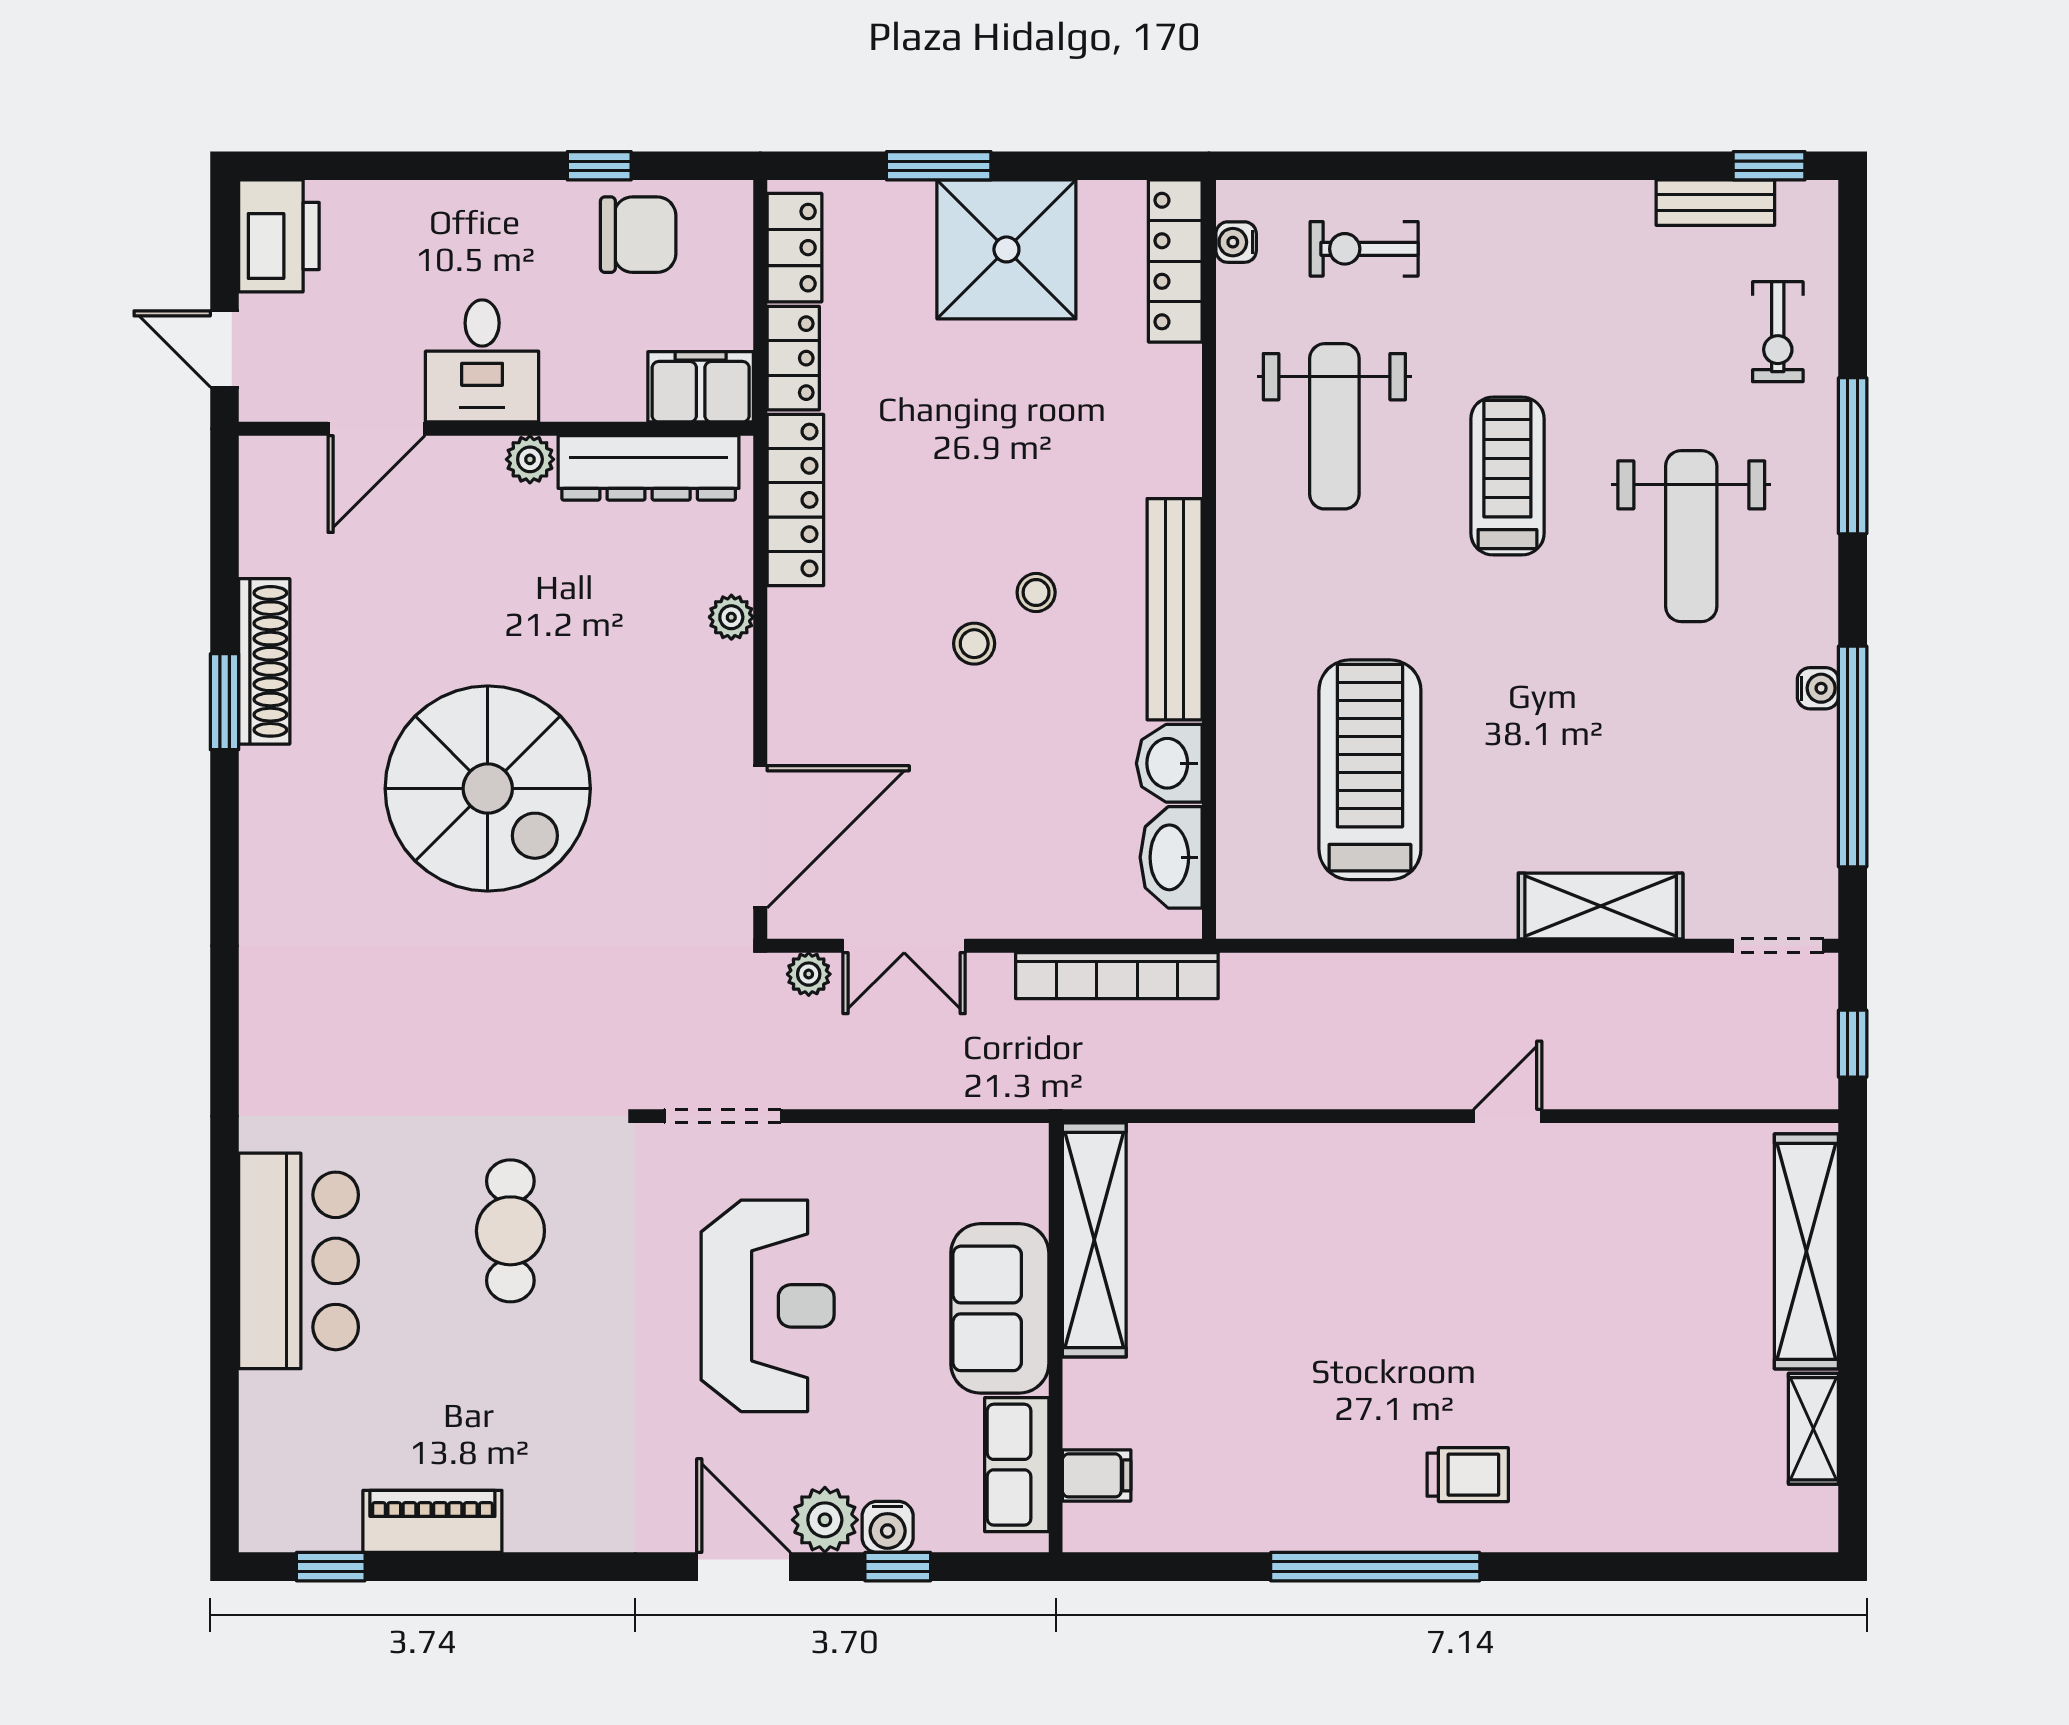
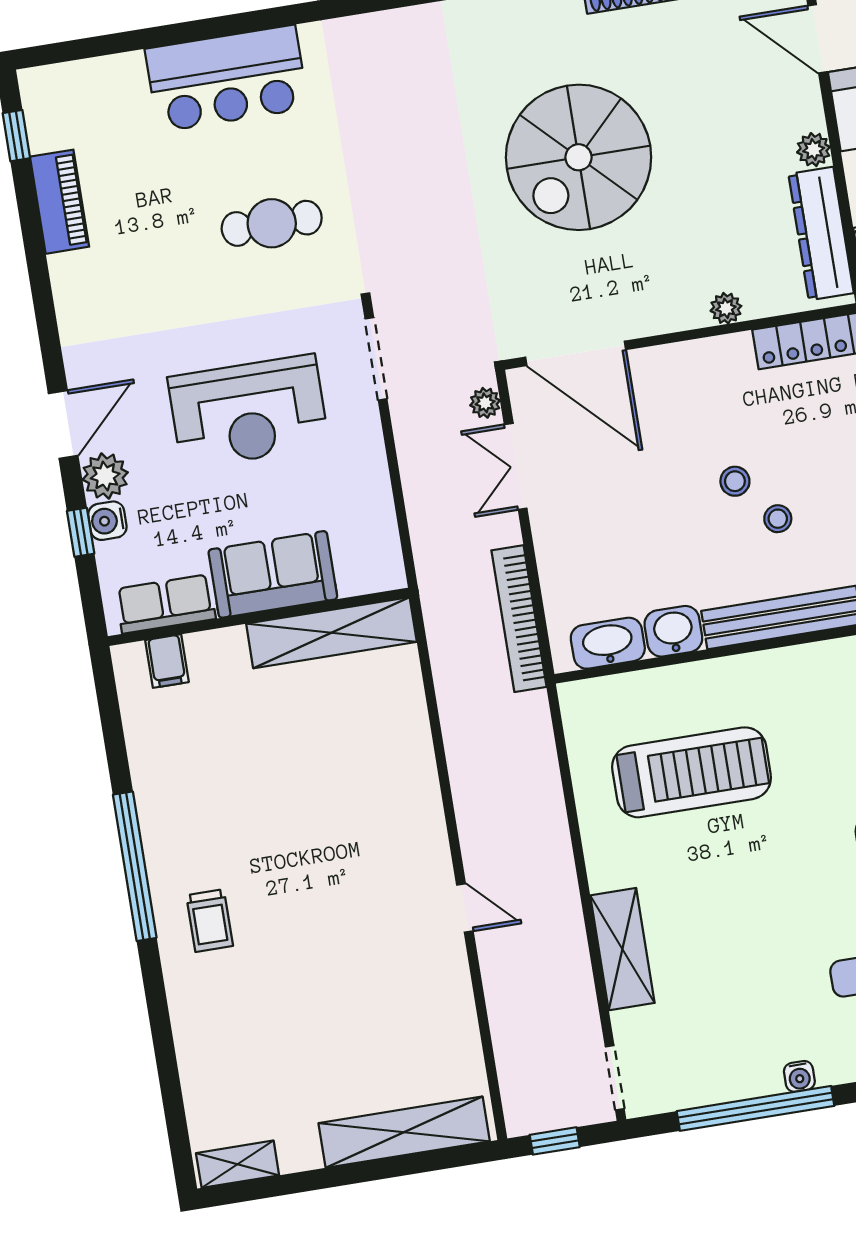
shelving: (1813, 1429) -> (238, 1164), moved

